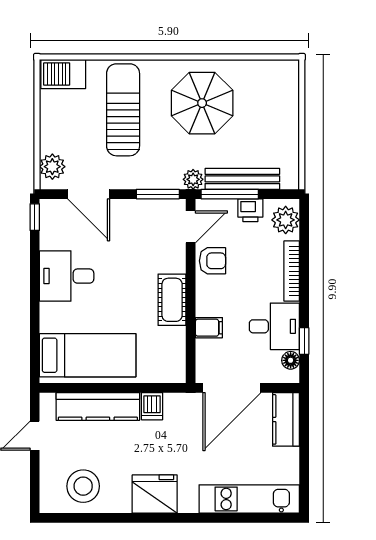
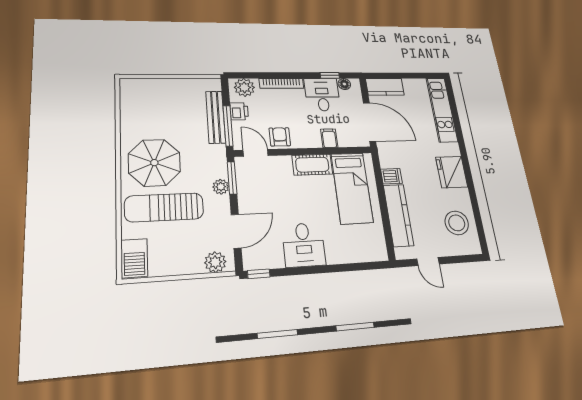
parasol: (202, 103) -> (154, 163), moved
plant: (193, 179) -> (221, 187), moved
bed: (88, 355) -> (352, 188), moved, turned 180

